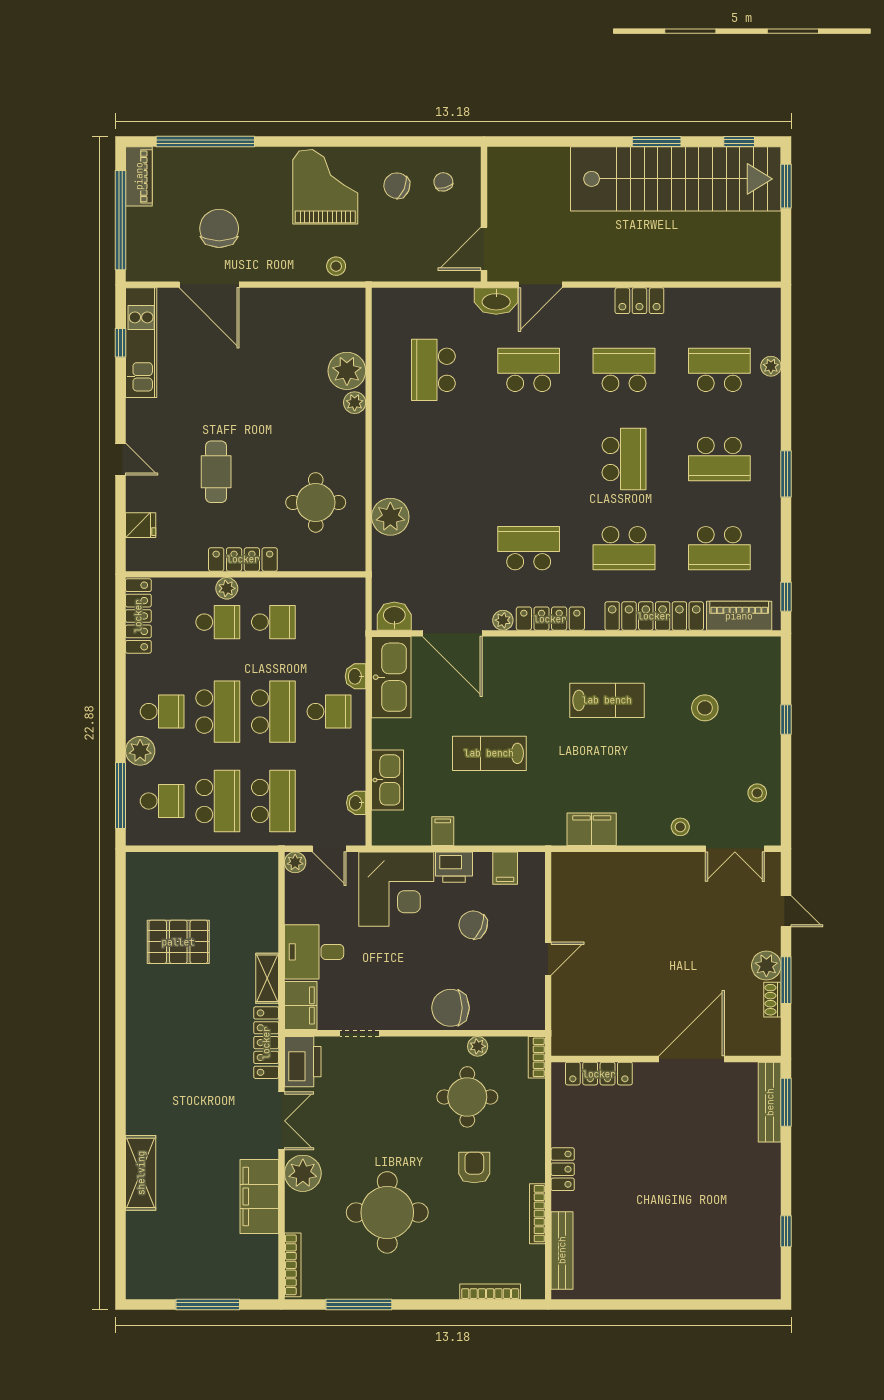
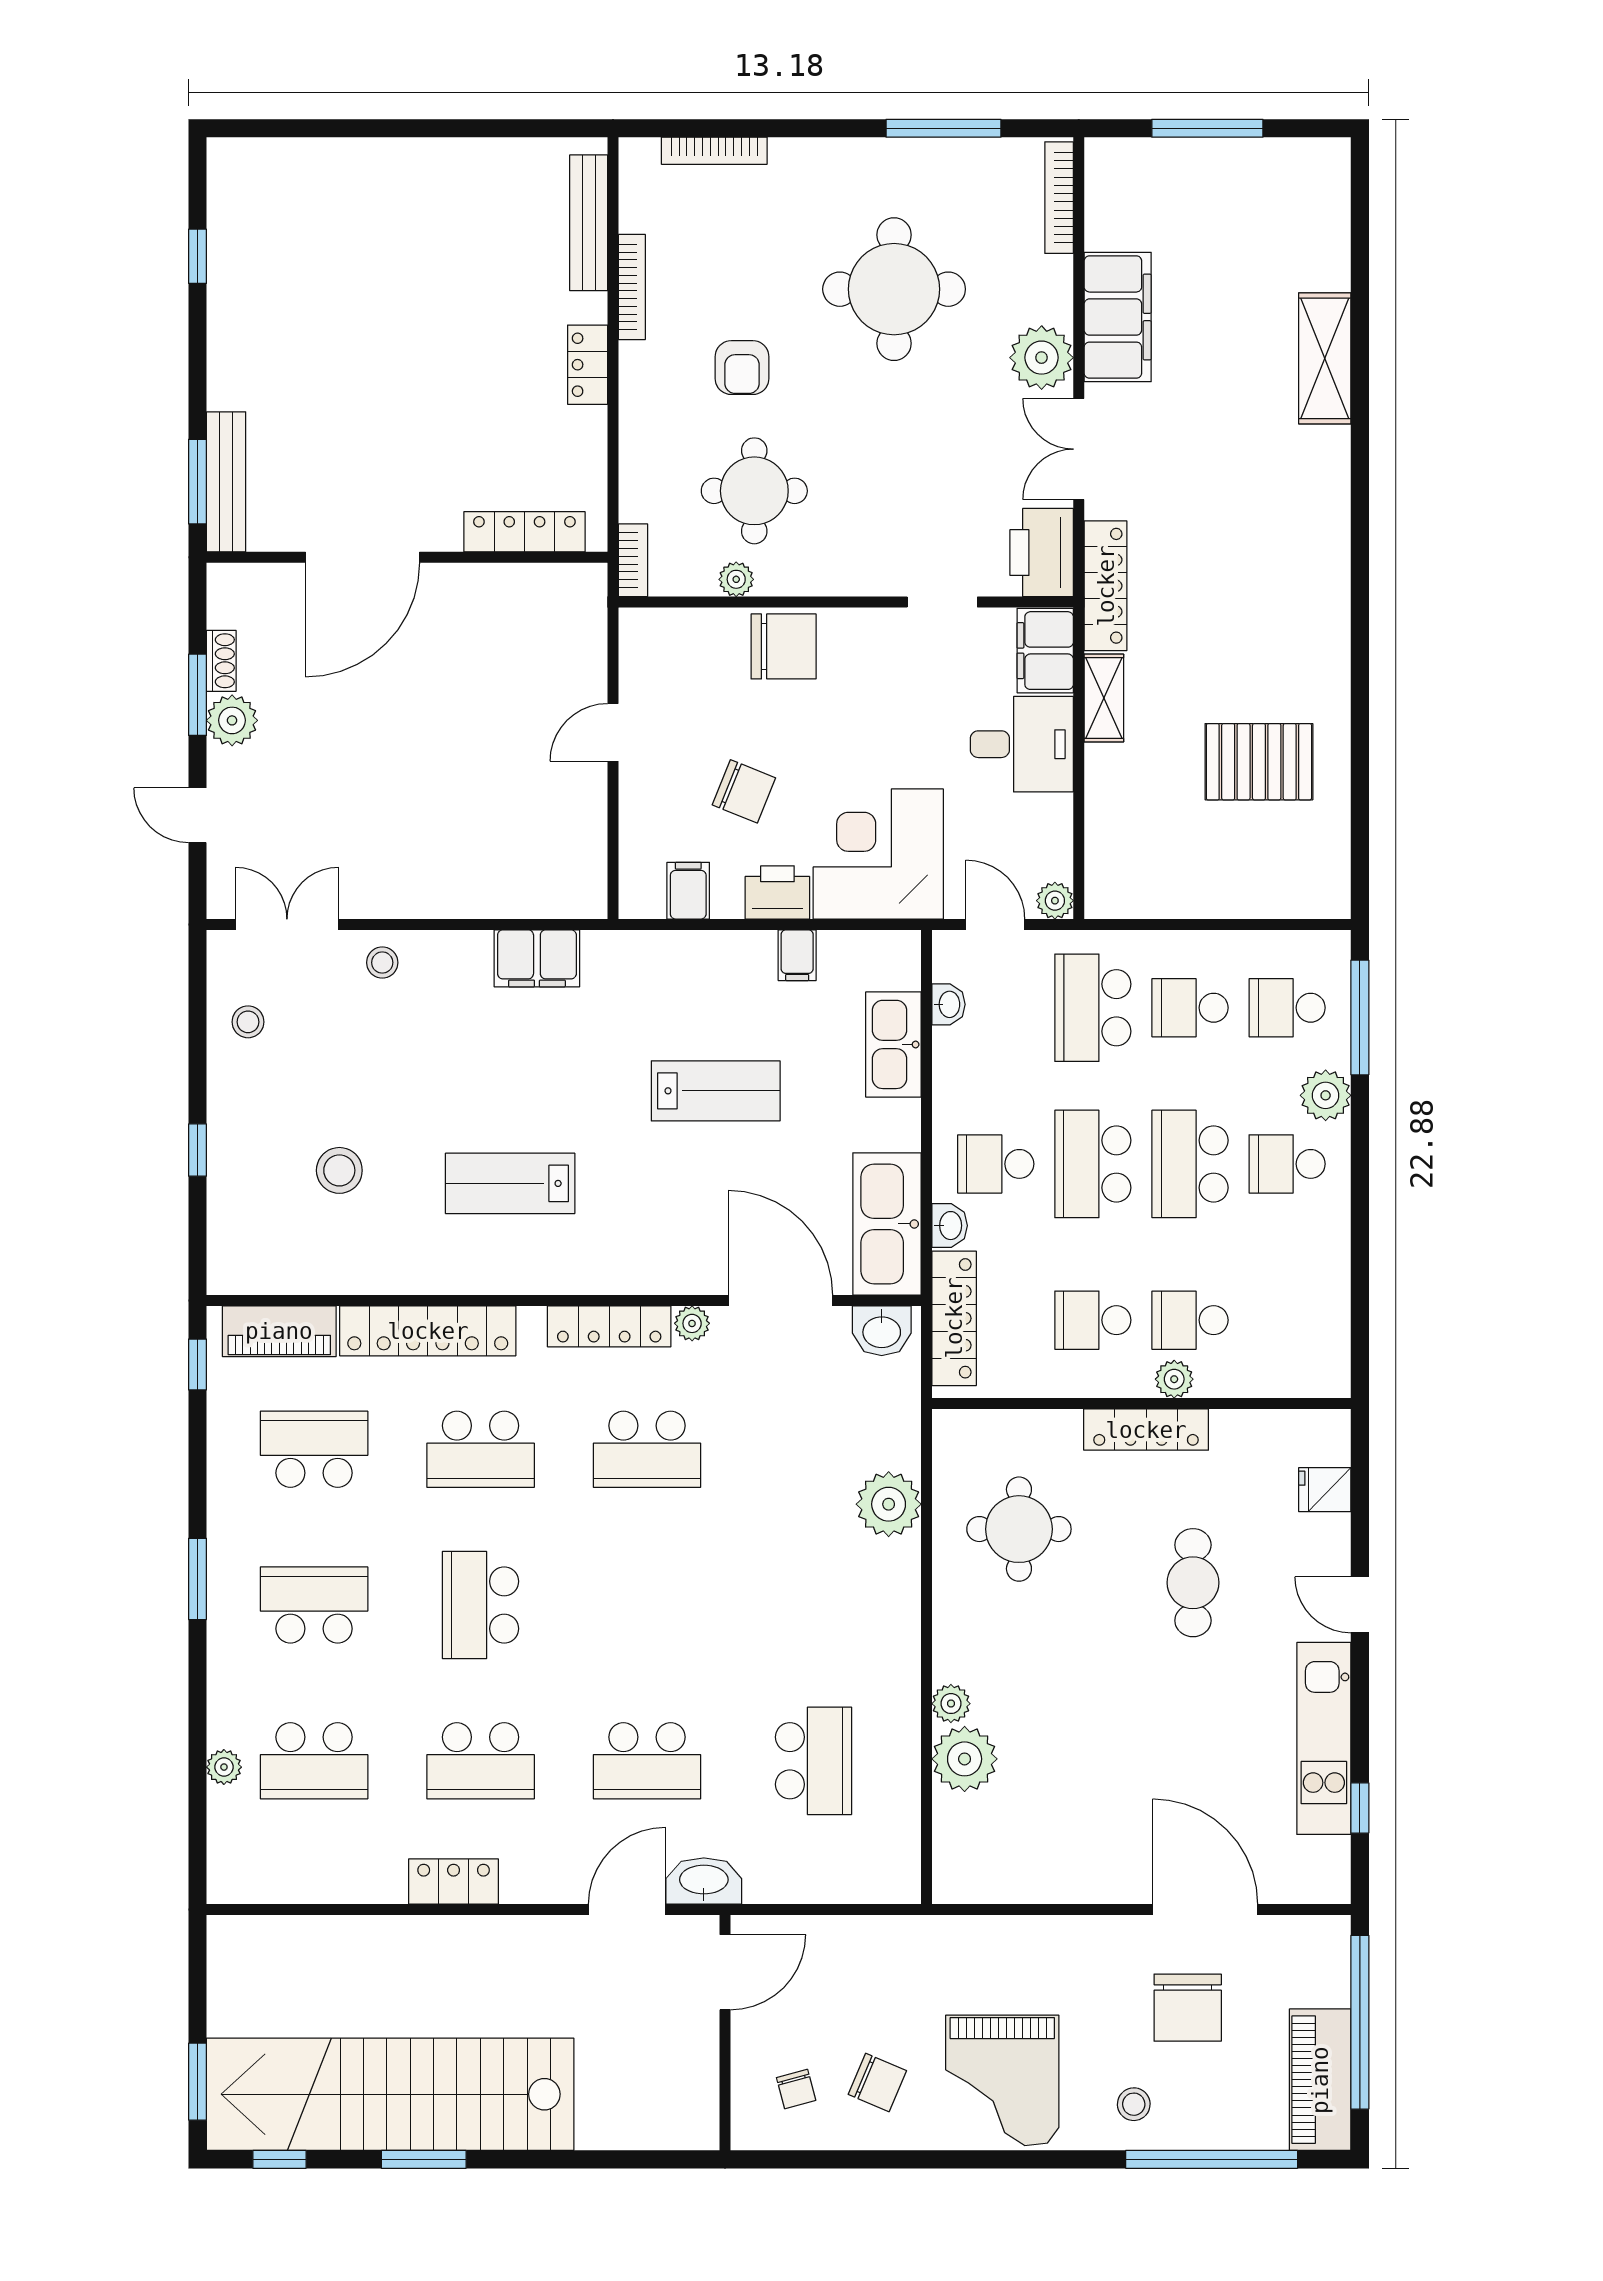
piano: (139, 176) -> (1320, 2080), width x1.37, depth x1.33
stool: (336, 266) -> (1134, 2104), moved
kitchen unit: (141, 343) -> (1324, 1738), moved
school desk: (624, 548) -> (481, 1449), turned 180
locker: (138, 616) -> (954, 1318), moved, turned 180
school desk: (218, 801) -> (1190, 1008), width x0.54

